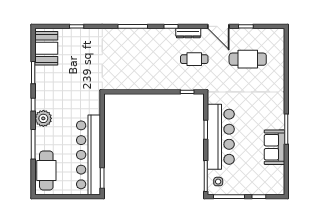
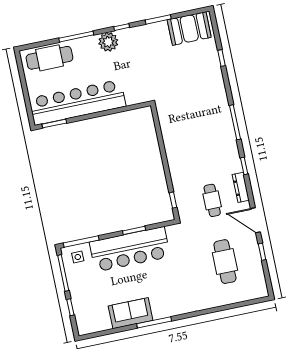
door: (218, 26) -> (255, 220), hinge flipped

